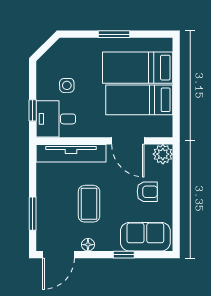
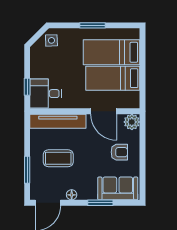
side table: (67, 85) -> (51, 40), moved
coffee table: (89, 204) -> (58, 158), moved, turned 90
window: (124, 255) -> (100, 203), width x1.50

